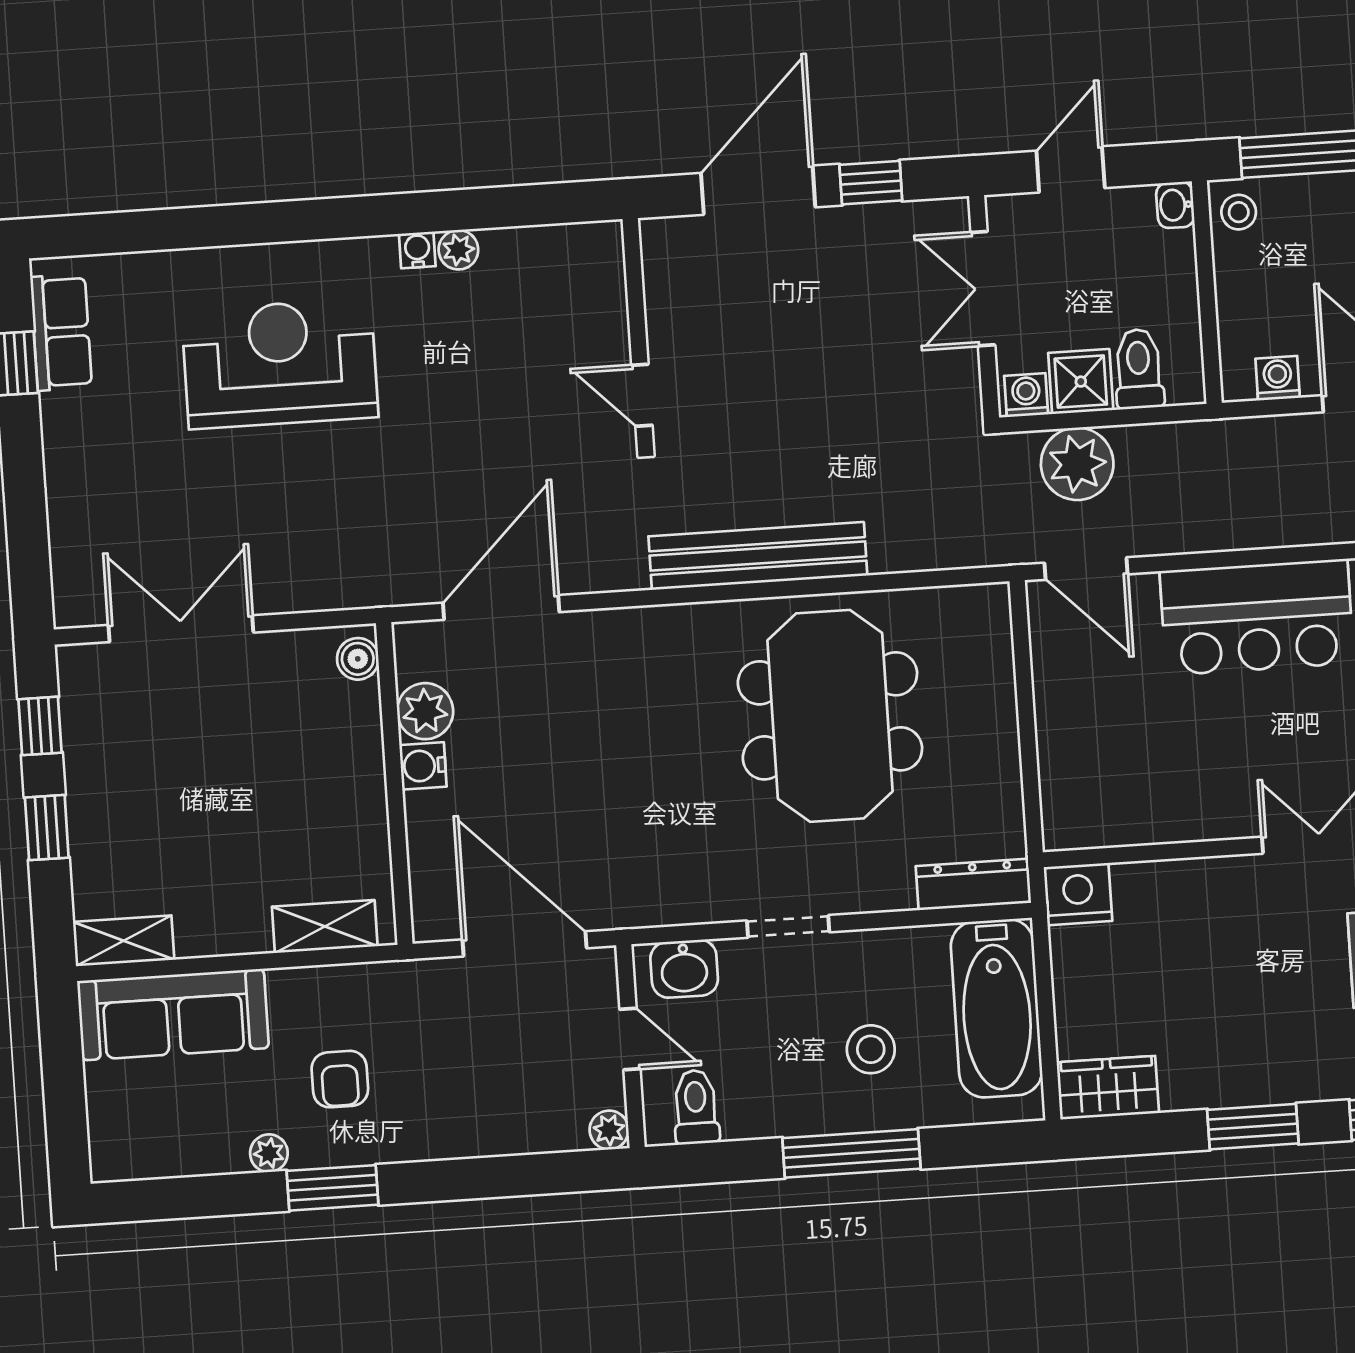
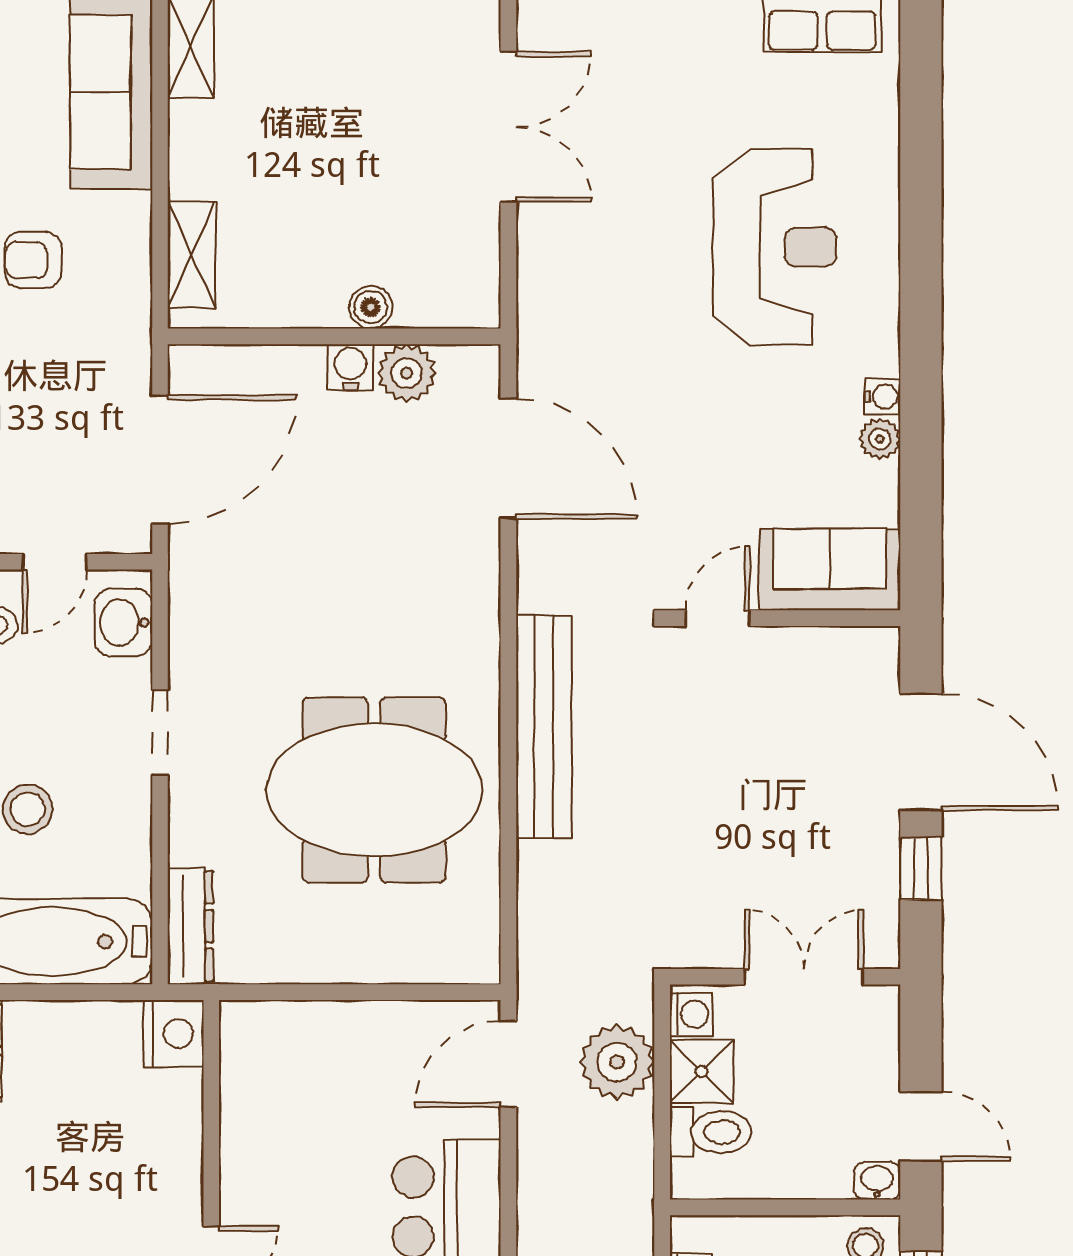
door: (1071, 169) -> (921, 1126), moved
sofa: (588, 290) -> (830, 570), added
boiler: (358, 659) -> (371, 307), moved

